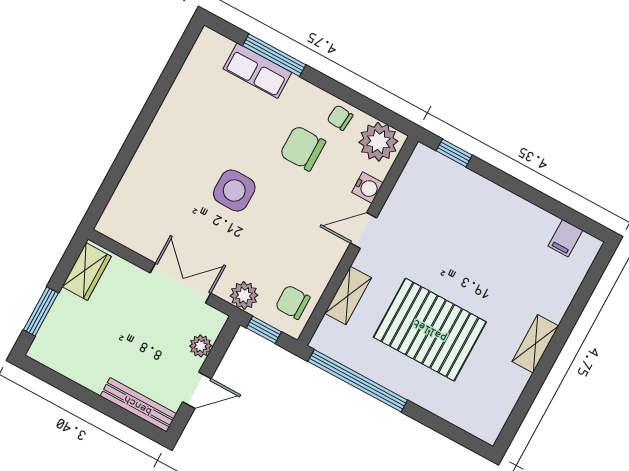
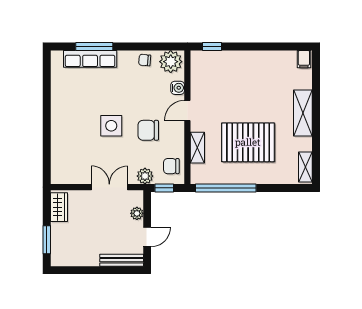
row of seats: (257, 71) -> (90, 59), width x1.48
chair: (303, 148) -> (148, 130), moved
filing cabinet: (565, 238) -> (304, 59), moved
shelving: (535, 344) -> (303, 113), width x1.50, depth x1.33
shelving: (497, 415) -> (305, 167), added

